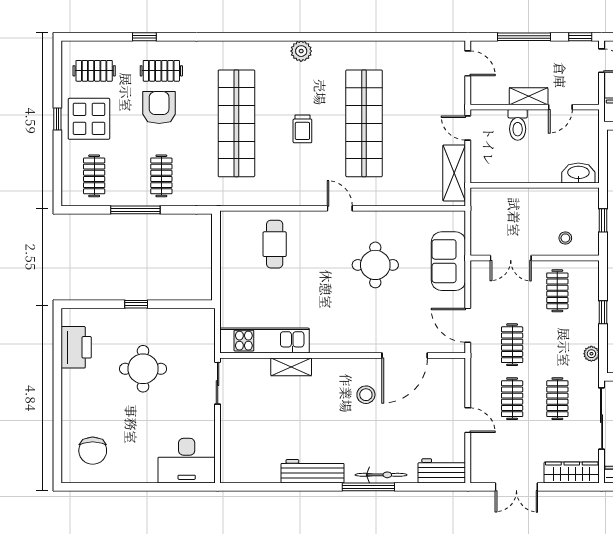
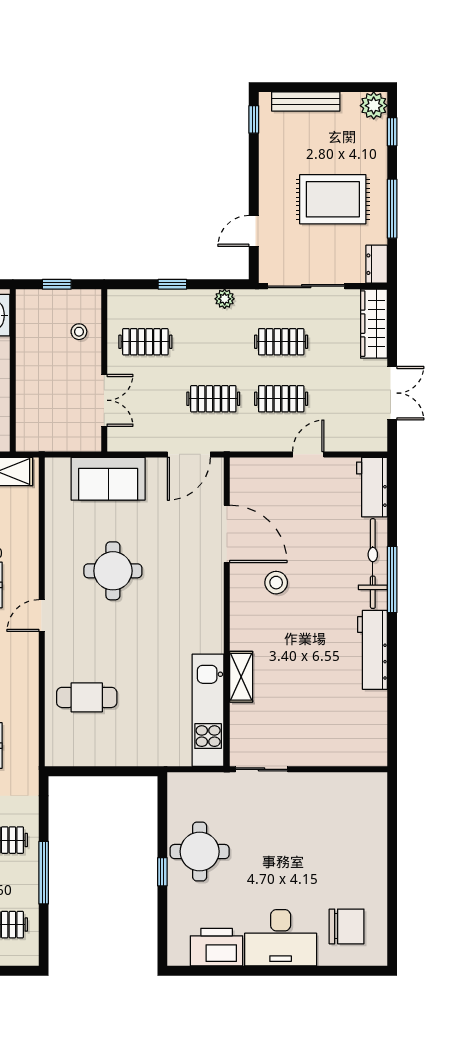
round table: (143, 369) -> (200, 852), moved
desk: (187, 461) -> (281, 938), moved, turned 90
bicycle: (381, 475) -> (373, 564), width x1.37, depth x1.40

